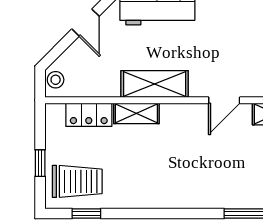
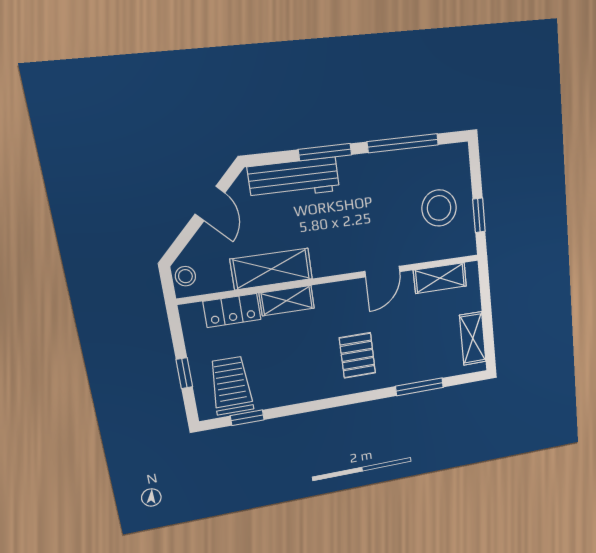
shelving: (155, 84) -> (271, 269), moved
pallet: (192, 173) -> (357, 355), added
trolley: (77, 181) -> (231, 386), turned -90

